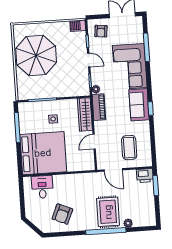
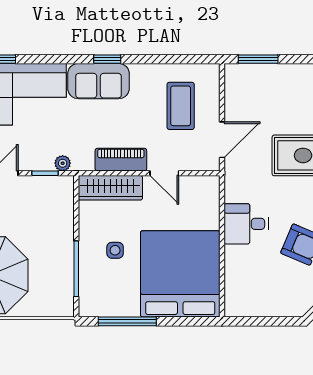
piano: (99, 107) -> (121, 160), moved
coffee table: (129, 148) -> (181, 106), turned 90
printer: (145, 176) -> (237, 79), removed
desk: (42, 187) -> (246, 224), moved

